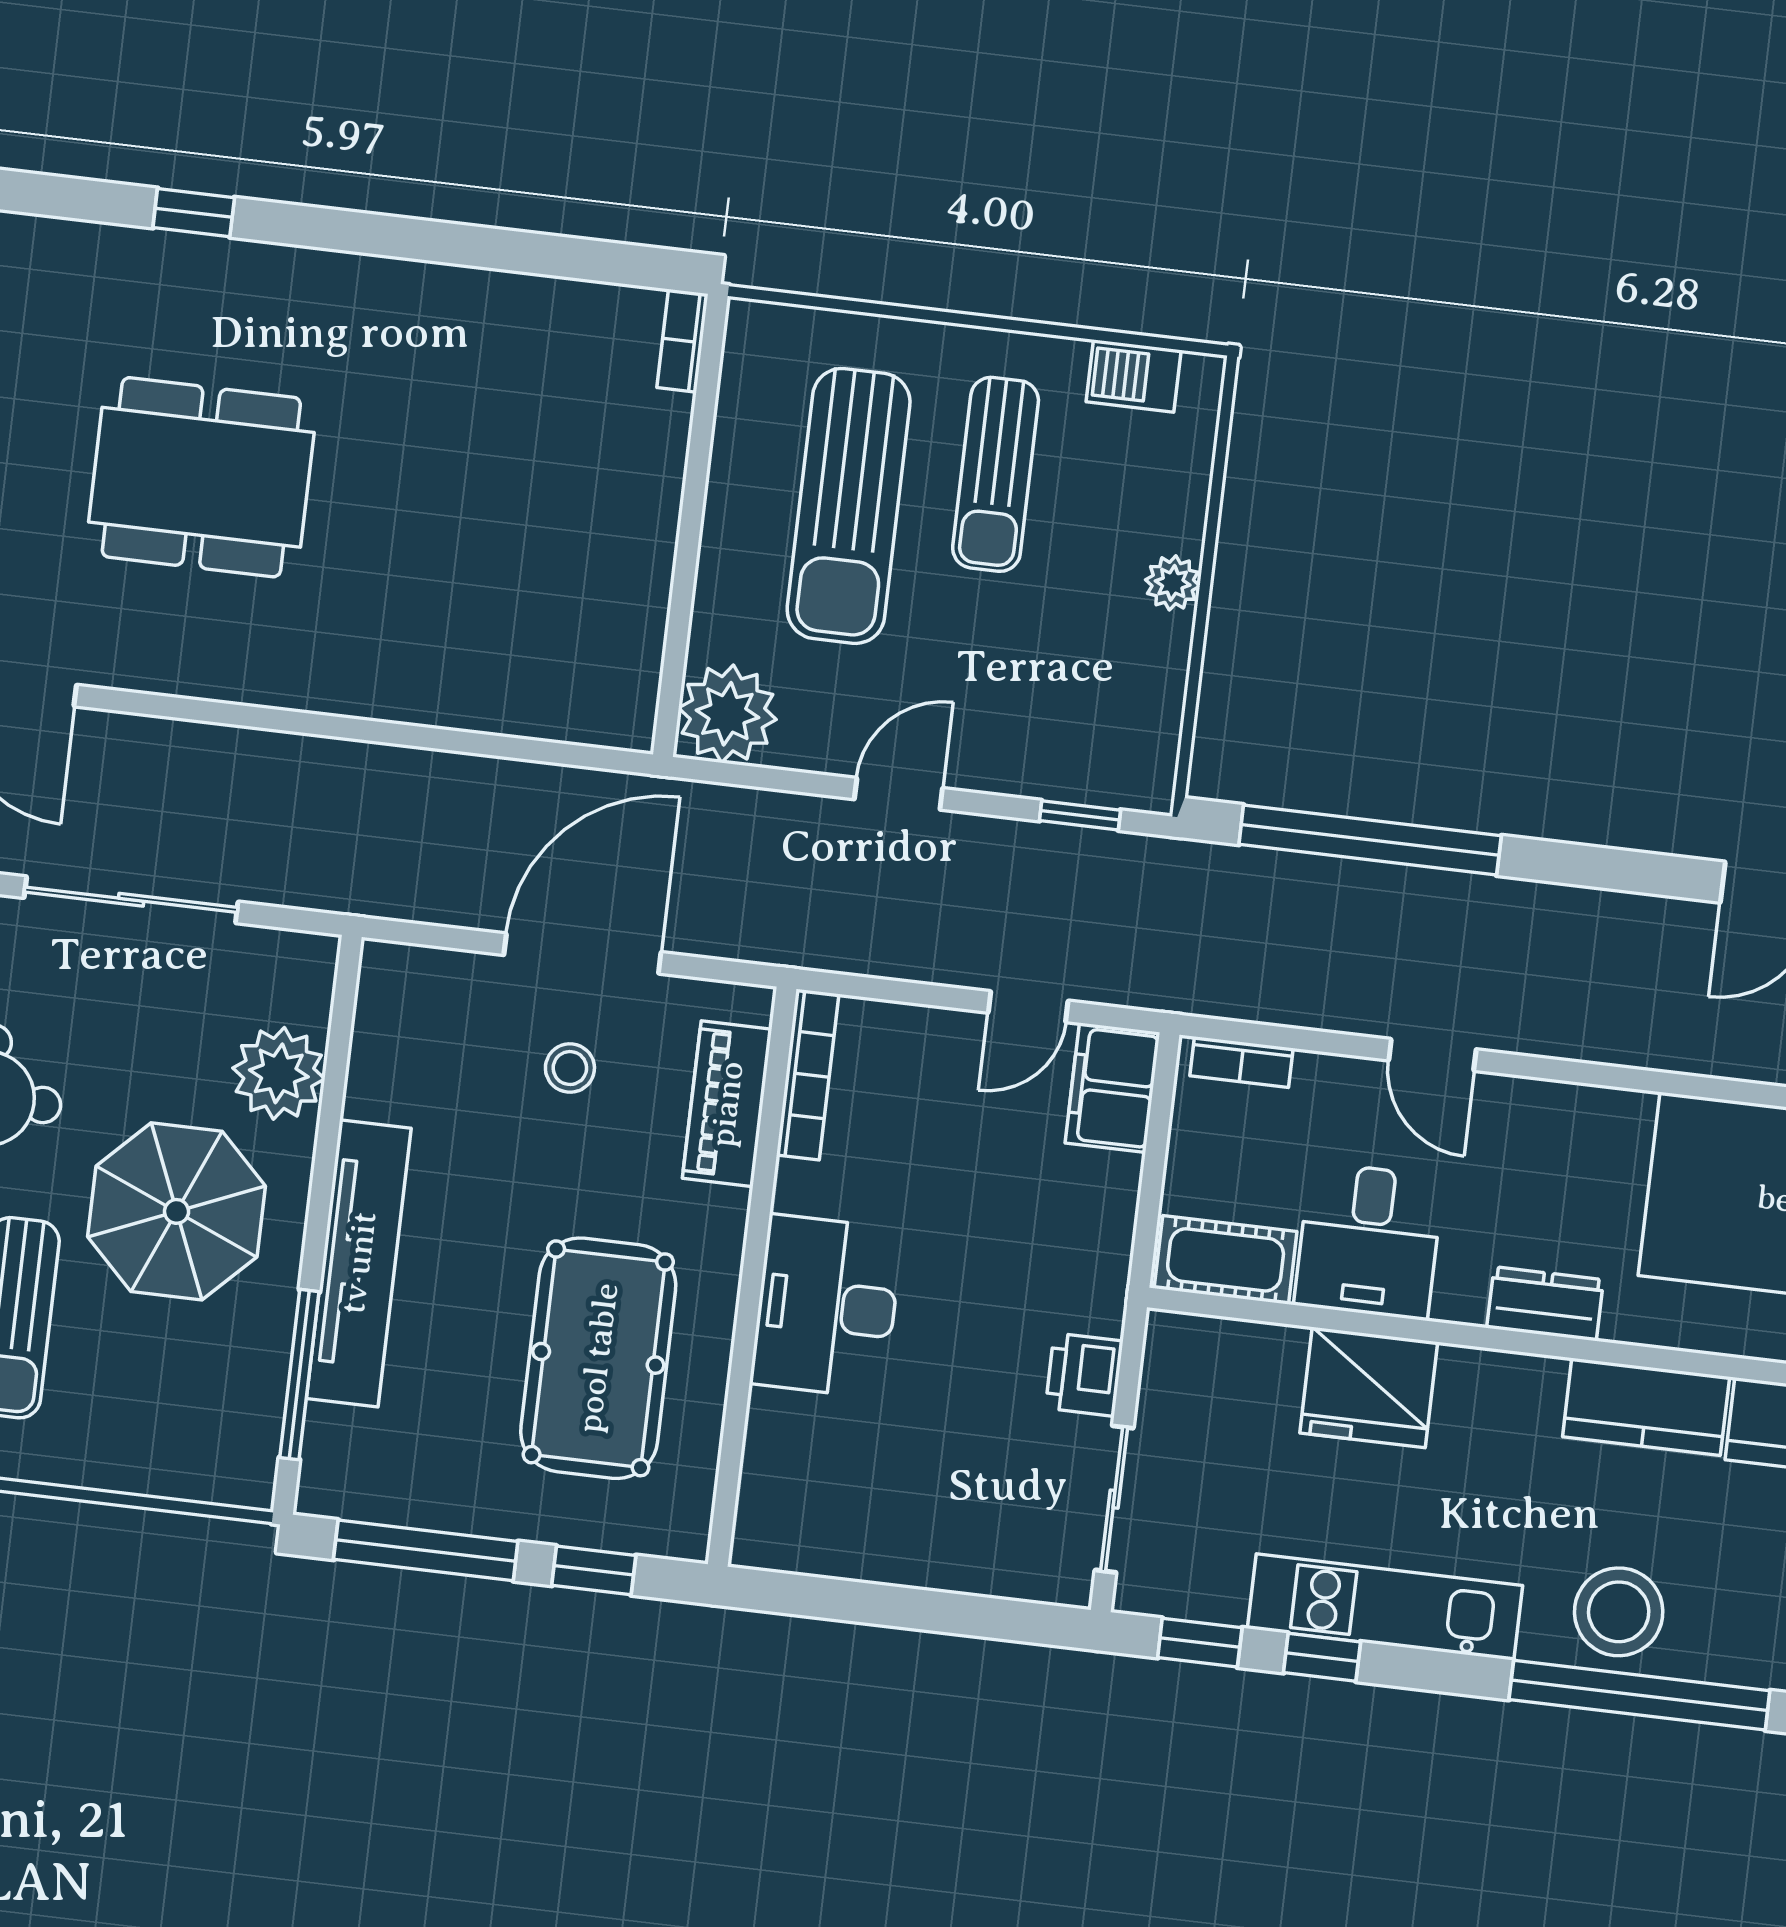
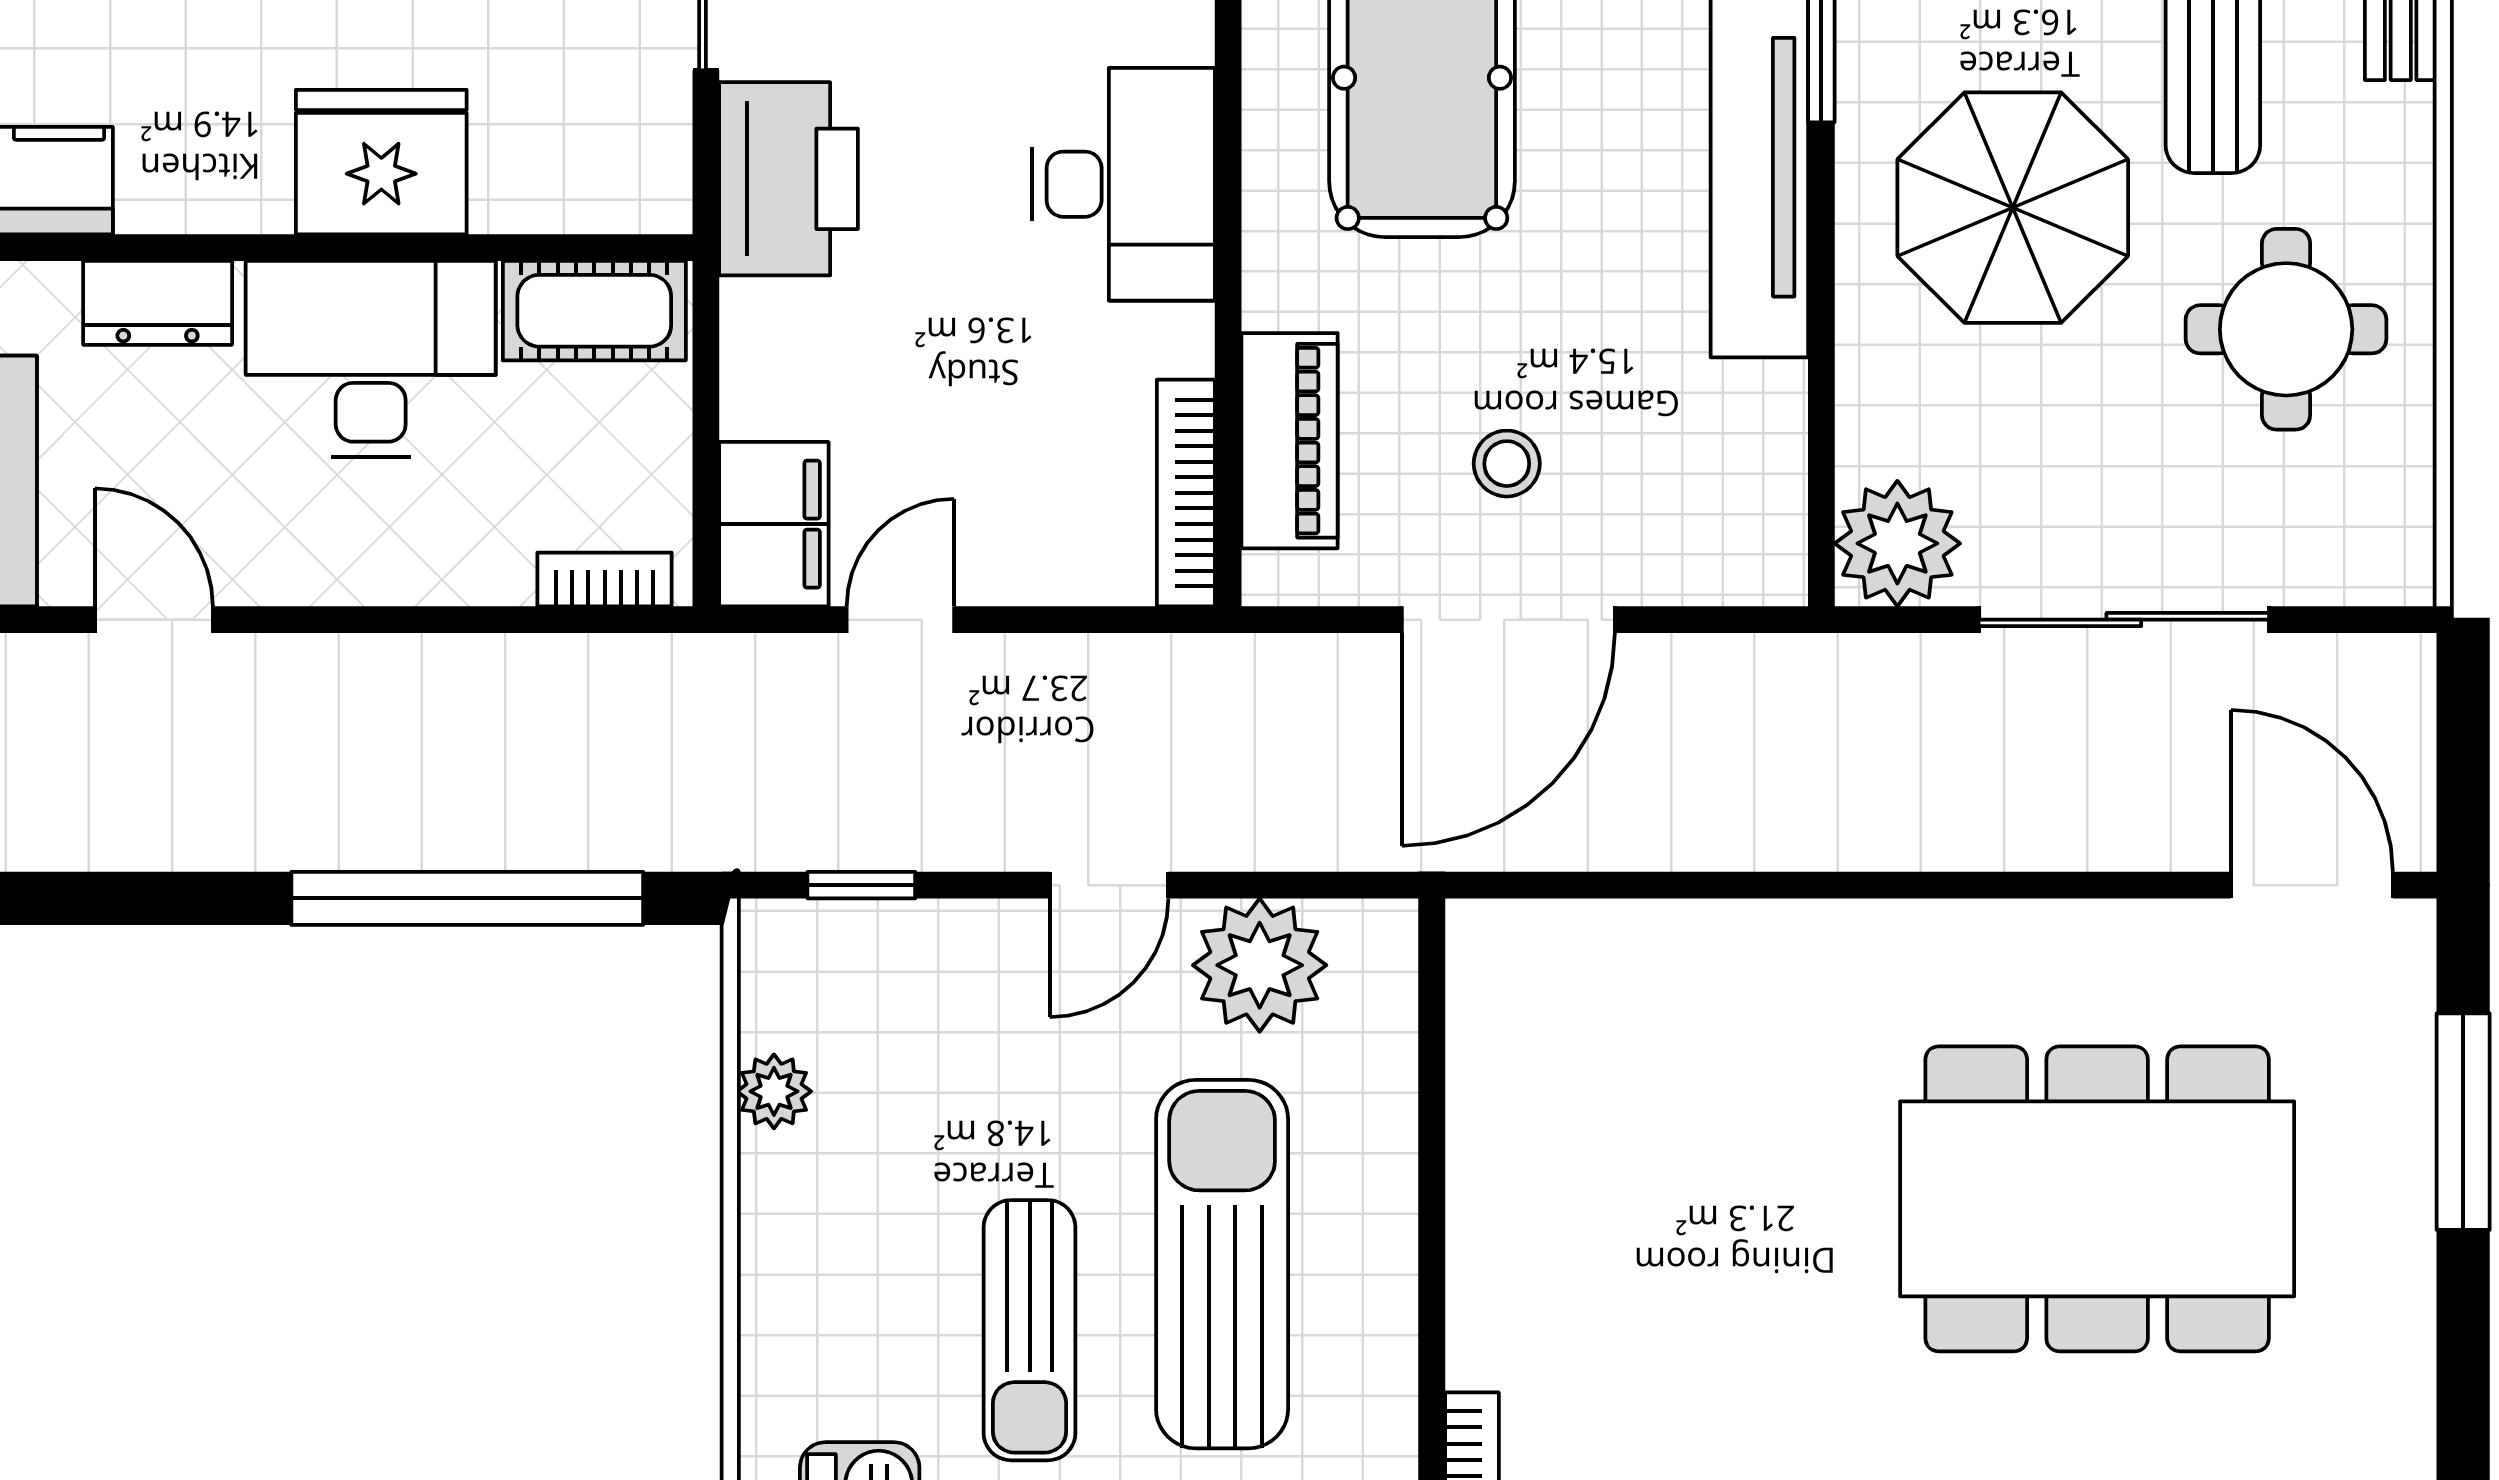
sun lounger: (996, 474) -> (1030, 1330), turned 180
dining table: (201, 477) -> (2097, 1199), width x1.36, depth x1.24
plant: (1173, 583) -> (774, 1091), moved
plant: (727, 714) -> (1260, 965), moved
door: (1432, 1055) -> (154, 620), moved
plant: (279, 1073) -> (1897, 543), moved
desk: (1369, 1241) -> (371, 359), width x1.37
printer: (1084, 1375) -> (789, 179), width x1.87, depth x1.48

